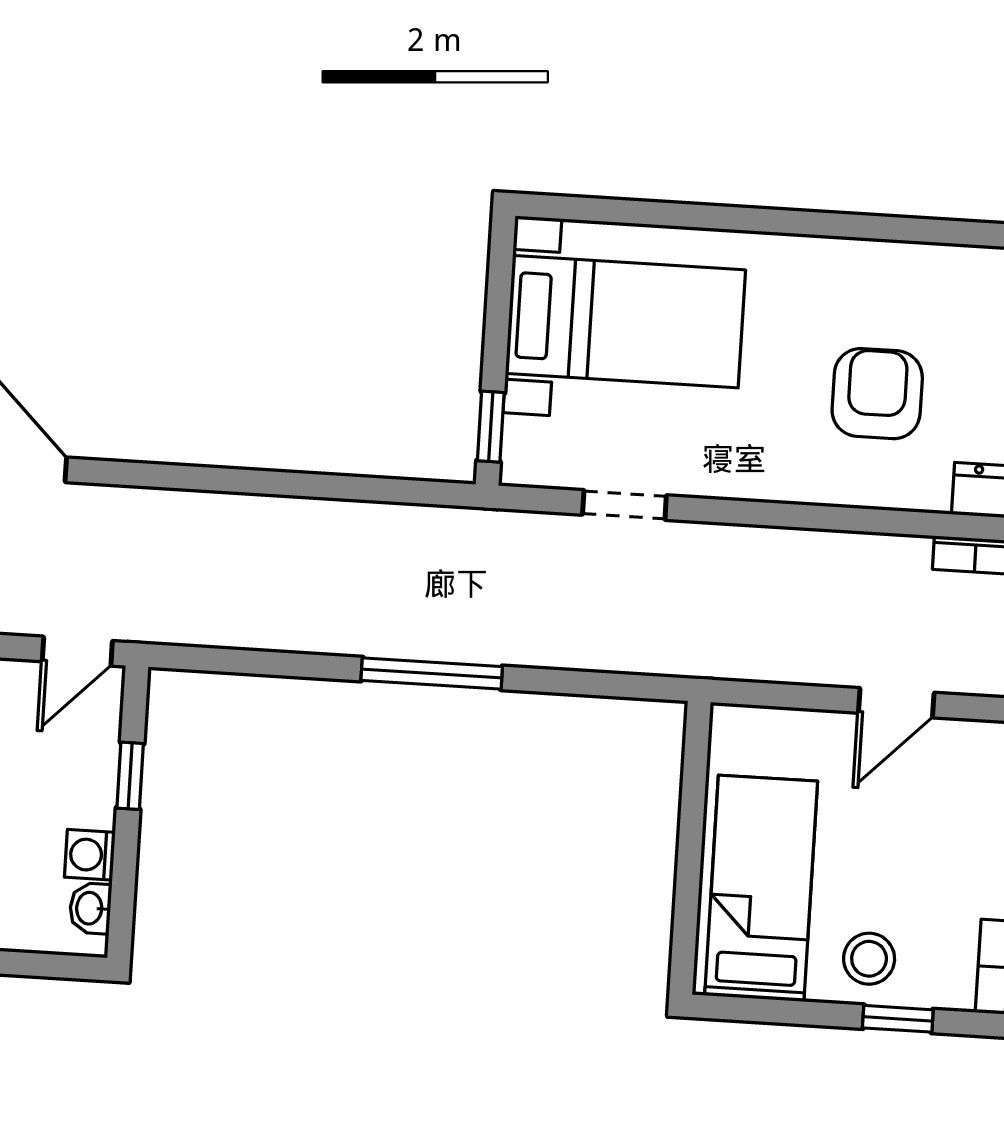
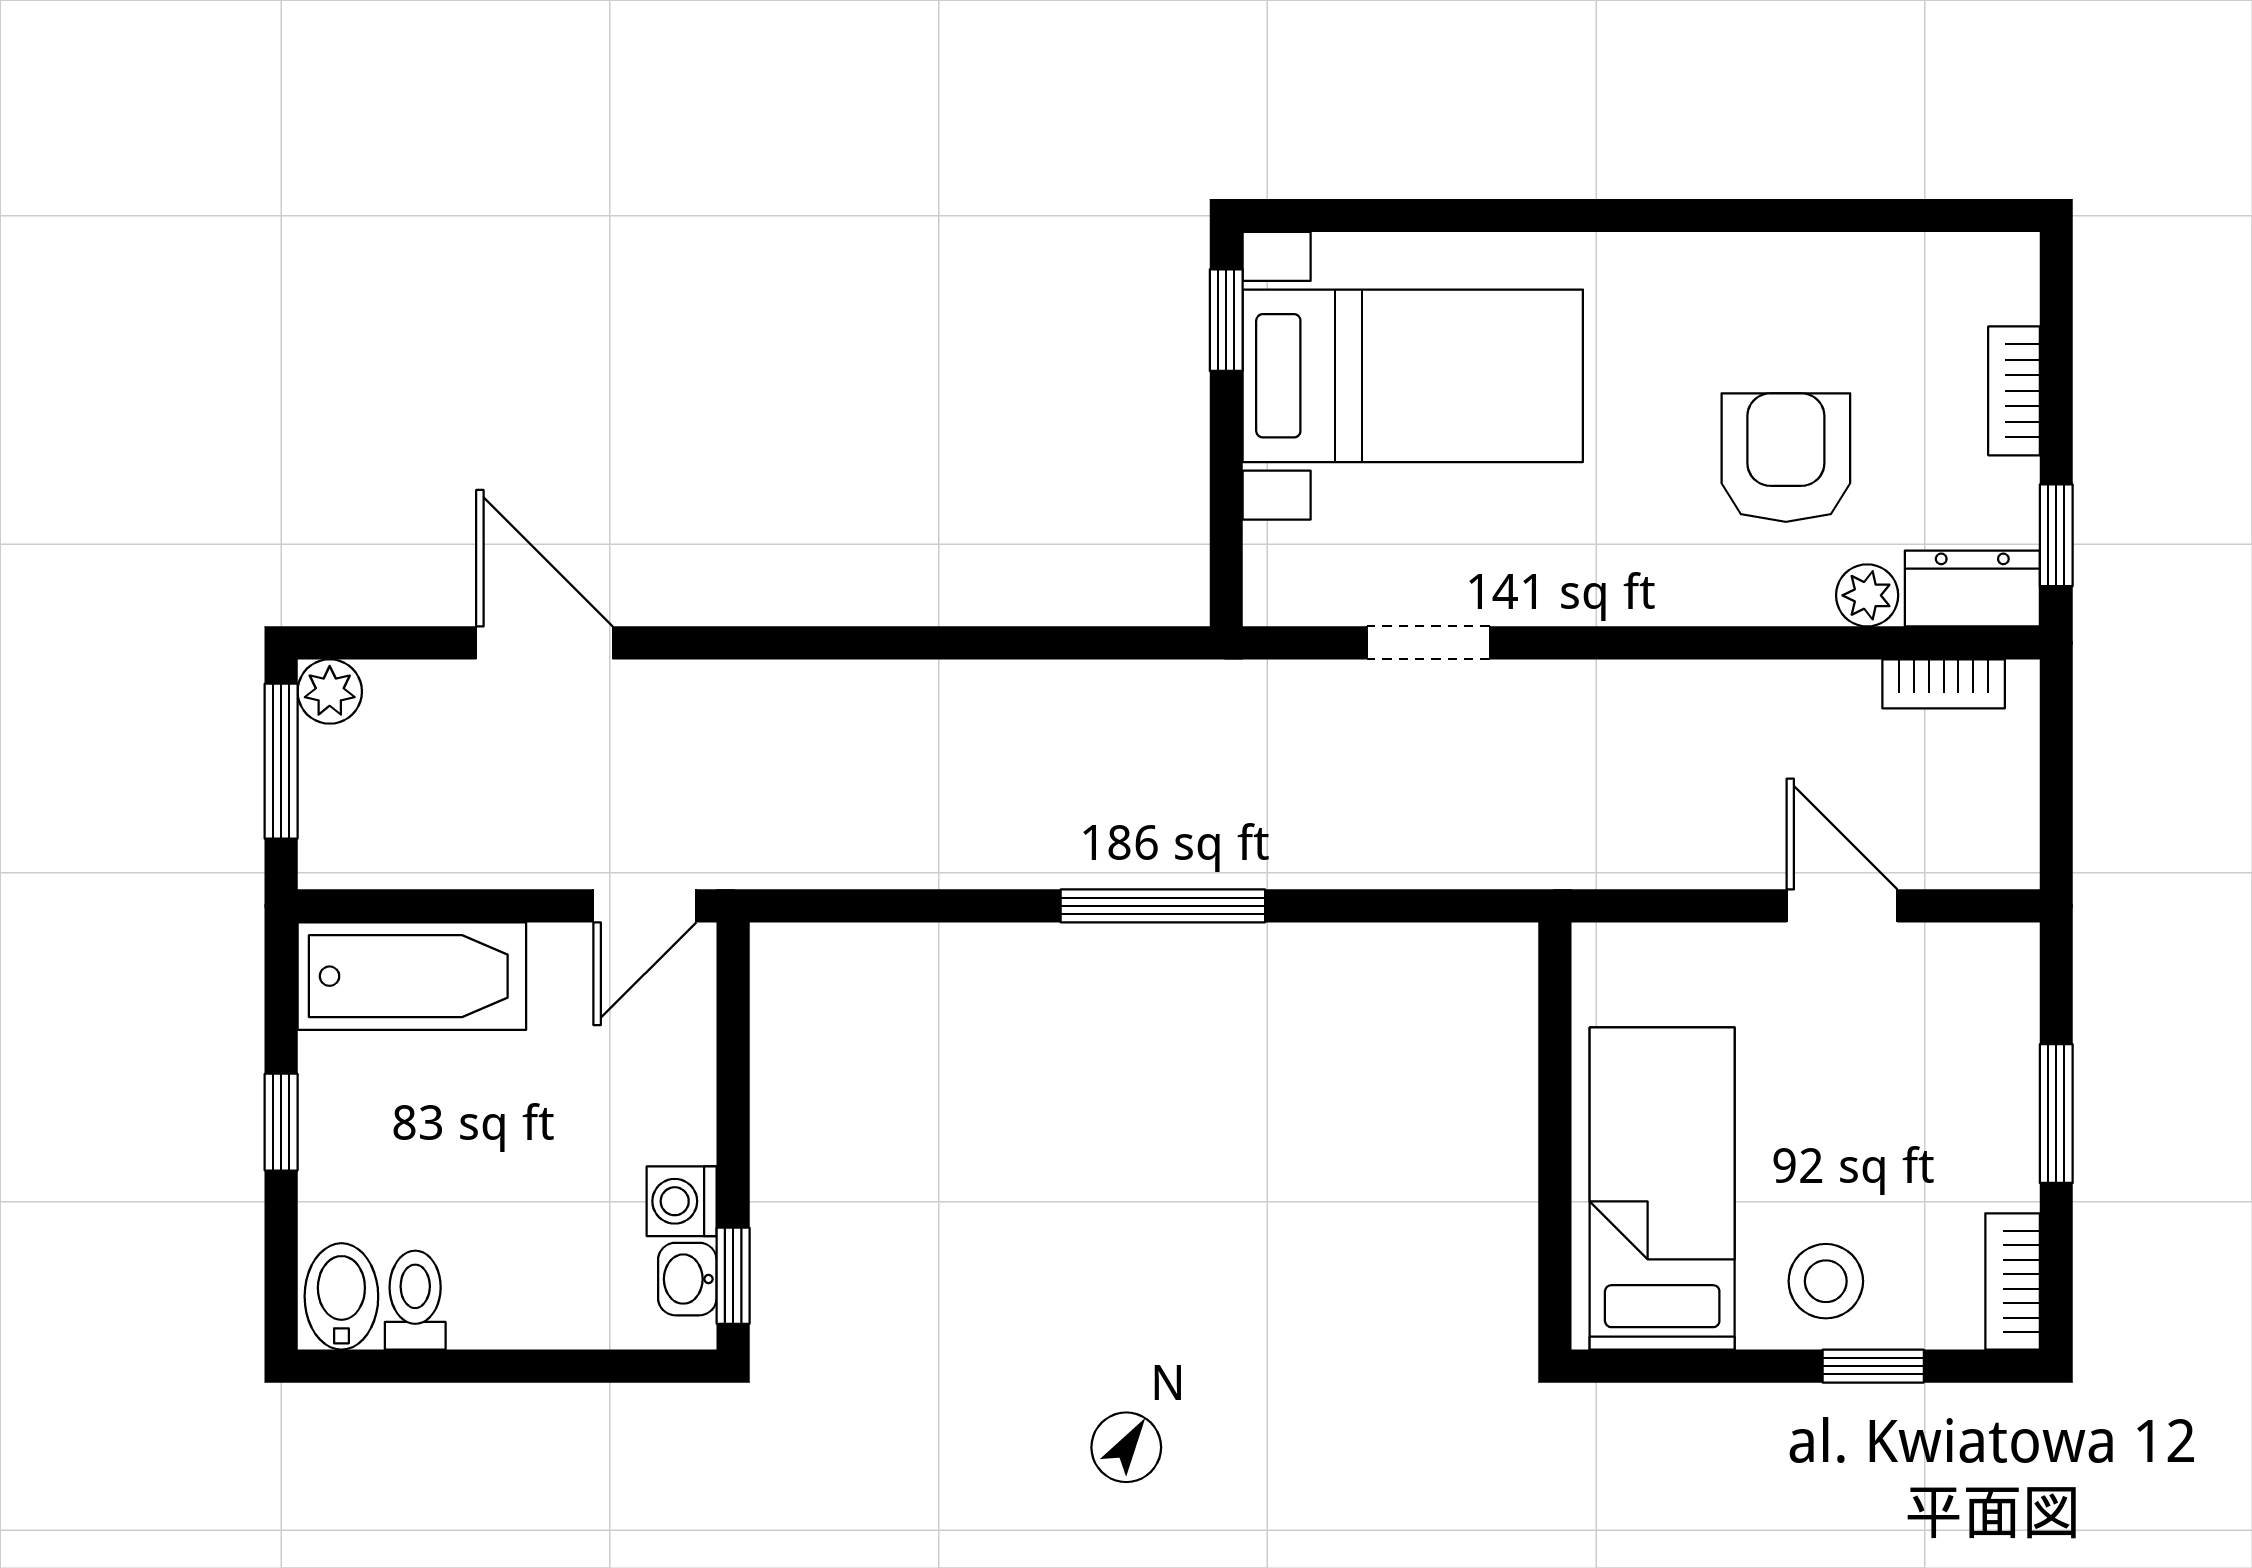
window: (491, 427) -> (1226, 320), moved
plant: (927, 491) -> (1867, 595), added
door: (896, 703) -> (1842, 906), swing flipped
window: (130, 776) -> (733, 1276), moved

